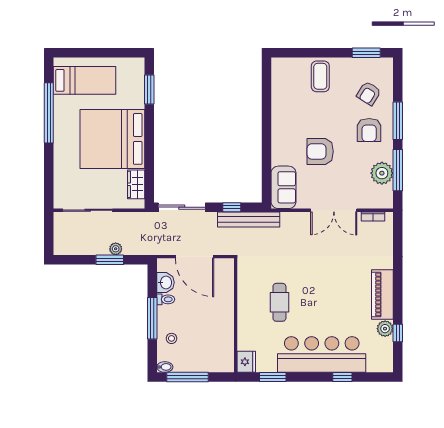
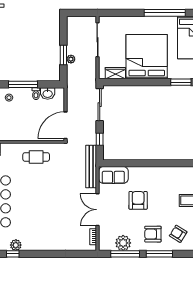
bench: (249, 219) -> (91, 167), moved
door: (195, 257) -> (66, 125), moved
piano: (382, 294) -> (39, 243), removed
cafe table: (279, 302) -> (36, 157), moved

